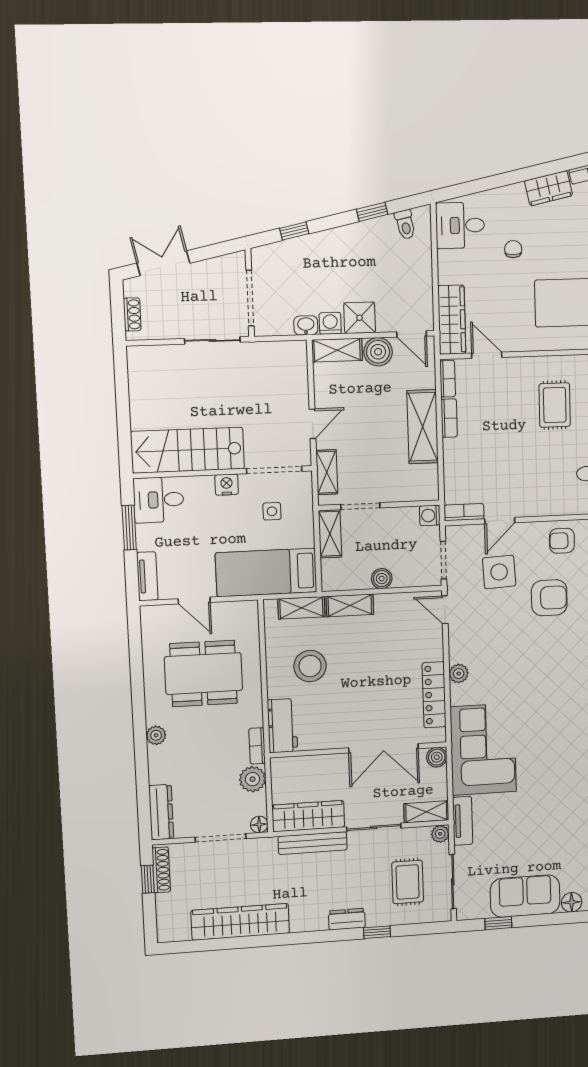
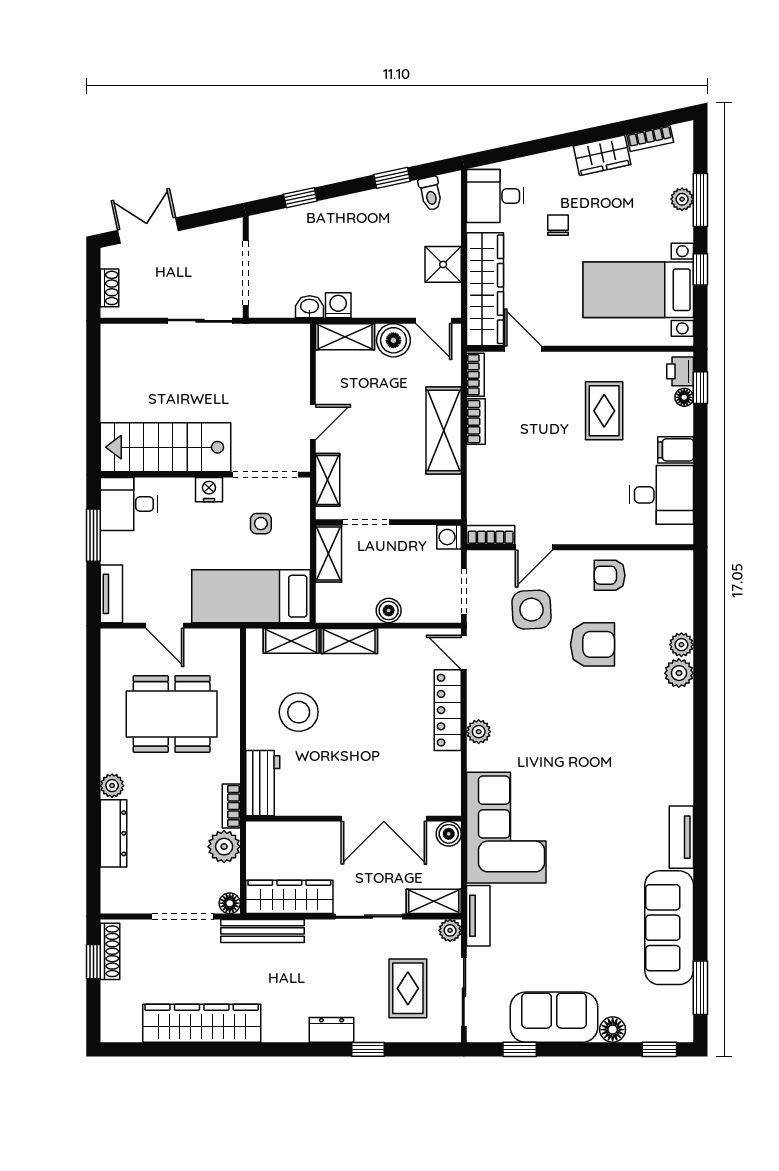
shower: (360, 318) -> (443, 264), moved
wardrobe: (452, 320) -> (485, 289), width x1.40, depth x1.17
locker: (434, 695) -> (448, 710), moved
dresser: (161, 812) -> (114, 833), moved
bench: (313, 843) -> (263, 931), moved

